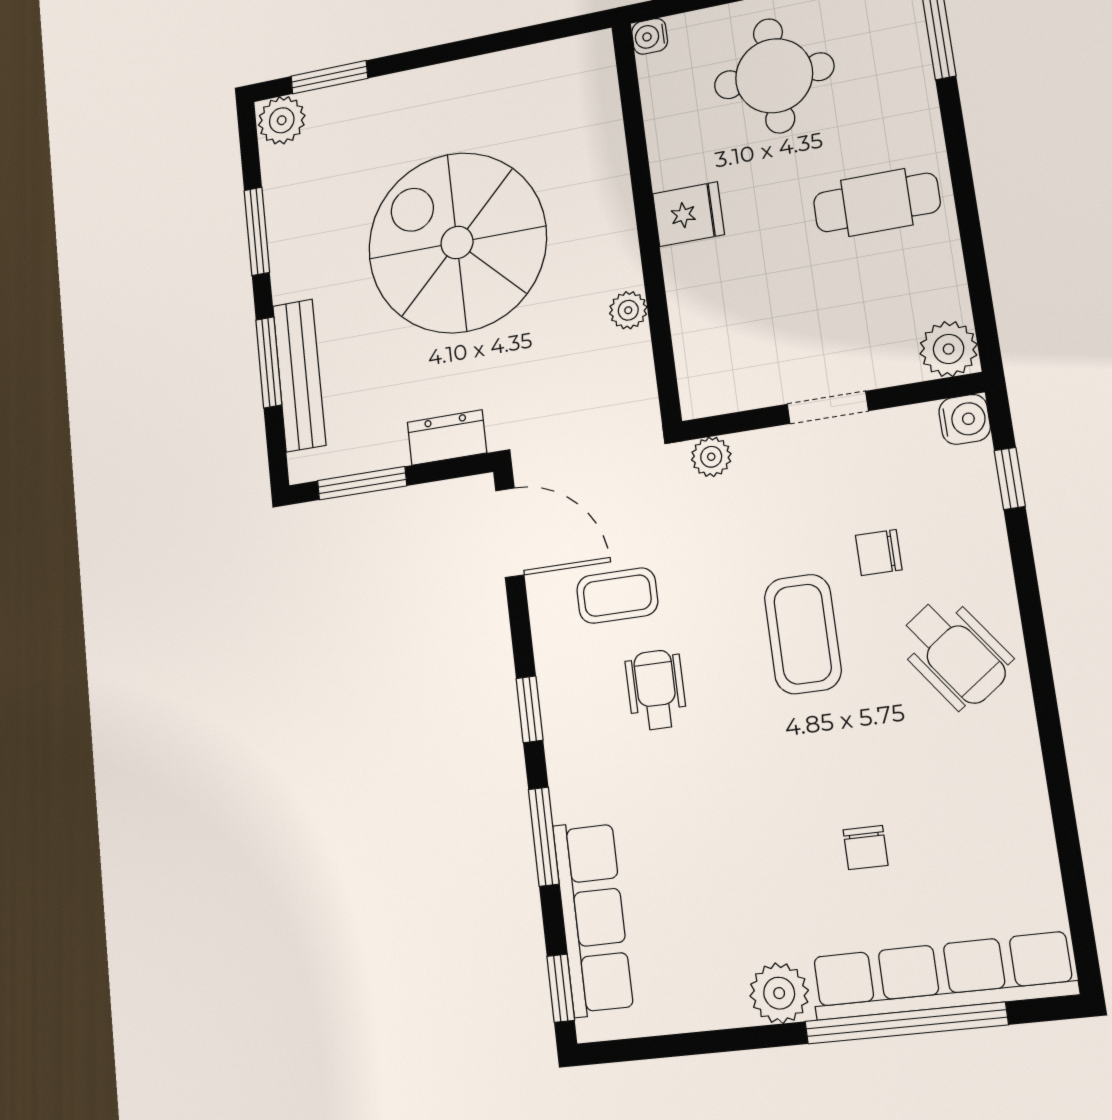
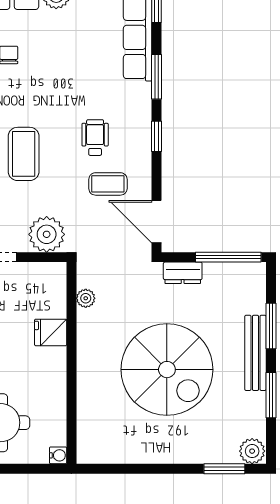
fridge: (688, 214) -> (51, 332), moved
plant: (628, 310) -> (86, 298), moved
bench: (299, 375) -> (255, 353), moved
plant: (711, 457) -> (47, 234), width x1.88, depth x1.88
window: (362, 483) -> (228, 257), width x1.44
wheelchair: (656, 690) -> (95, 138), turned 180

